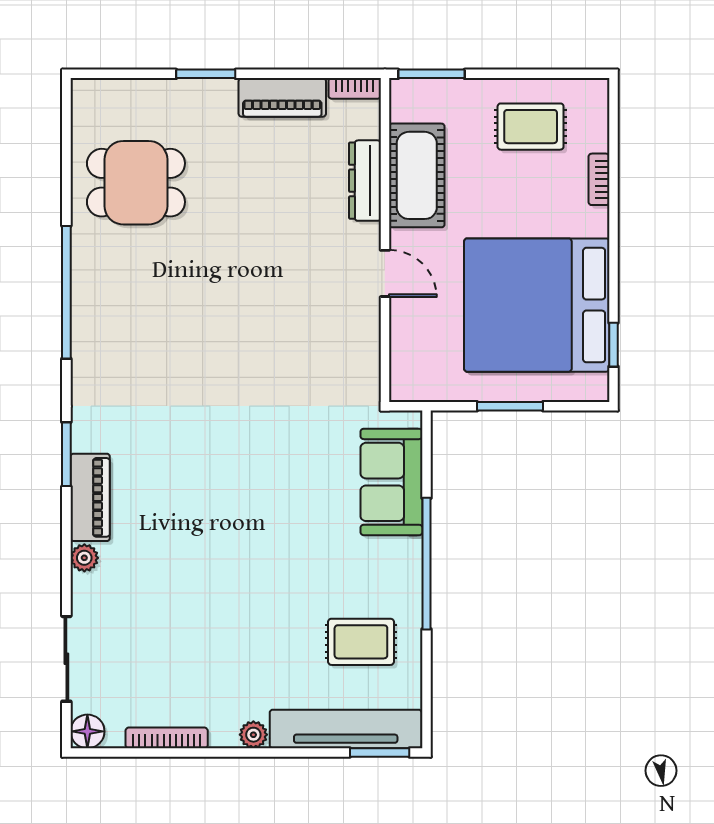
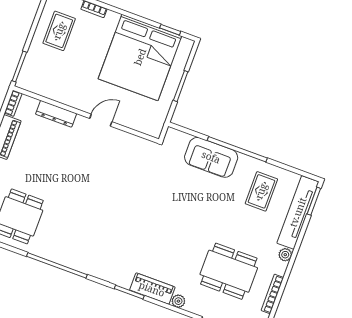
cot: (417, 175) -> (62, 90), removed
sofa: (391, 482) -> (211, 157), moved
dining table: (180, 635) -> (229, 271), added

